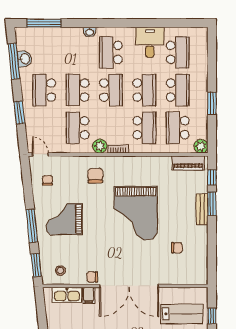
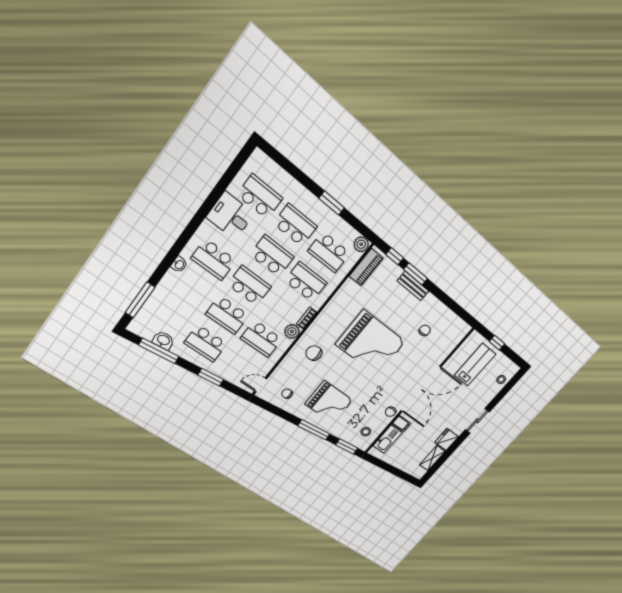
grand piano: (64, 219) -> (329, 402), turned -90

